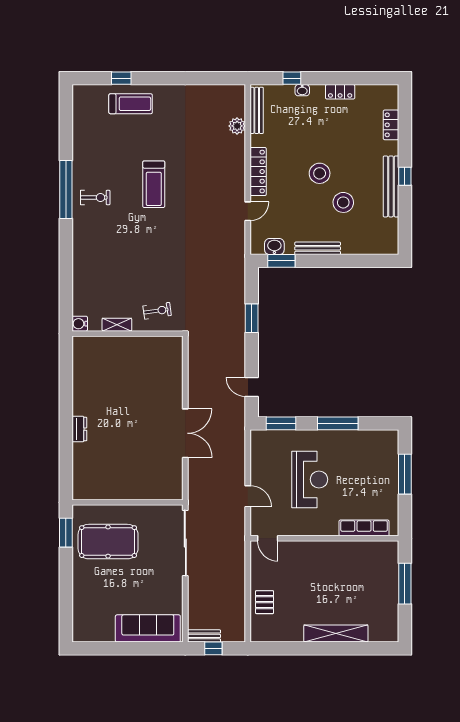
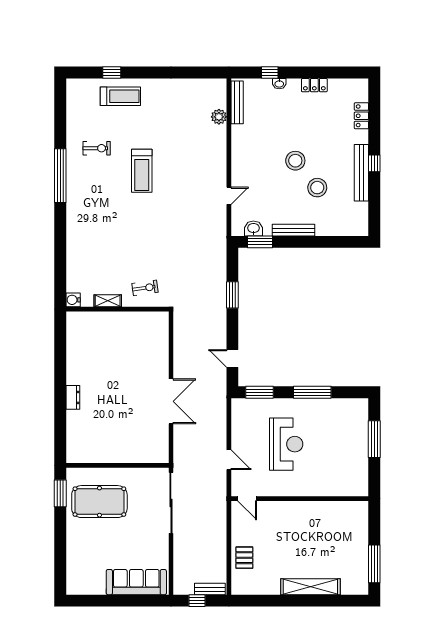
locker: (258, 172) -> (238, 159), removed
exercise bike: (95, 197) -> (97, 148), moved
row of seats: (364, 528) -> (336, 489), removed
window: (405, 584) -> (374, 564), moved
bench: (204, 636) -> (210, 589), moved

